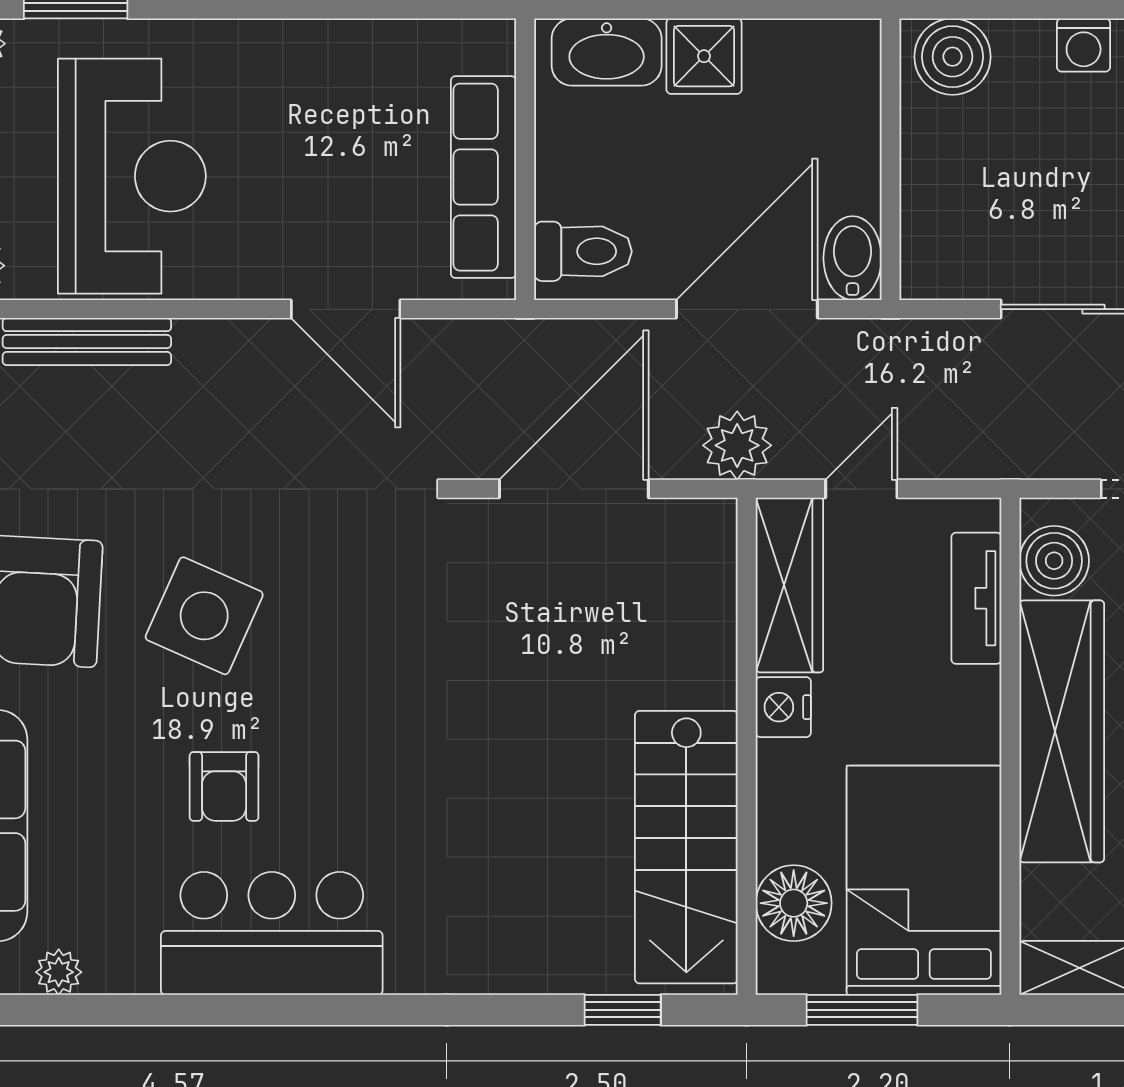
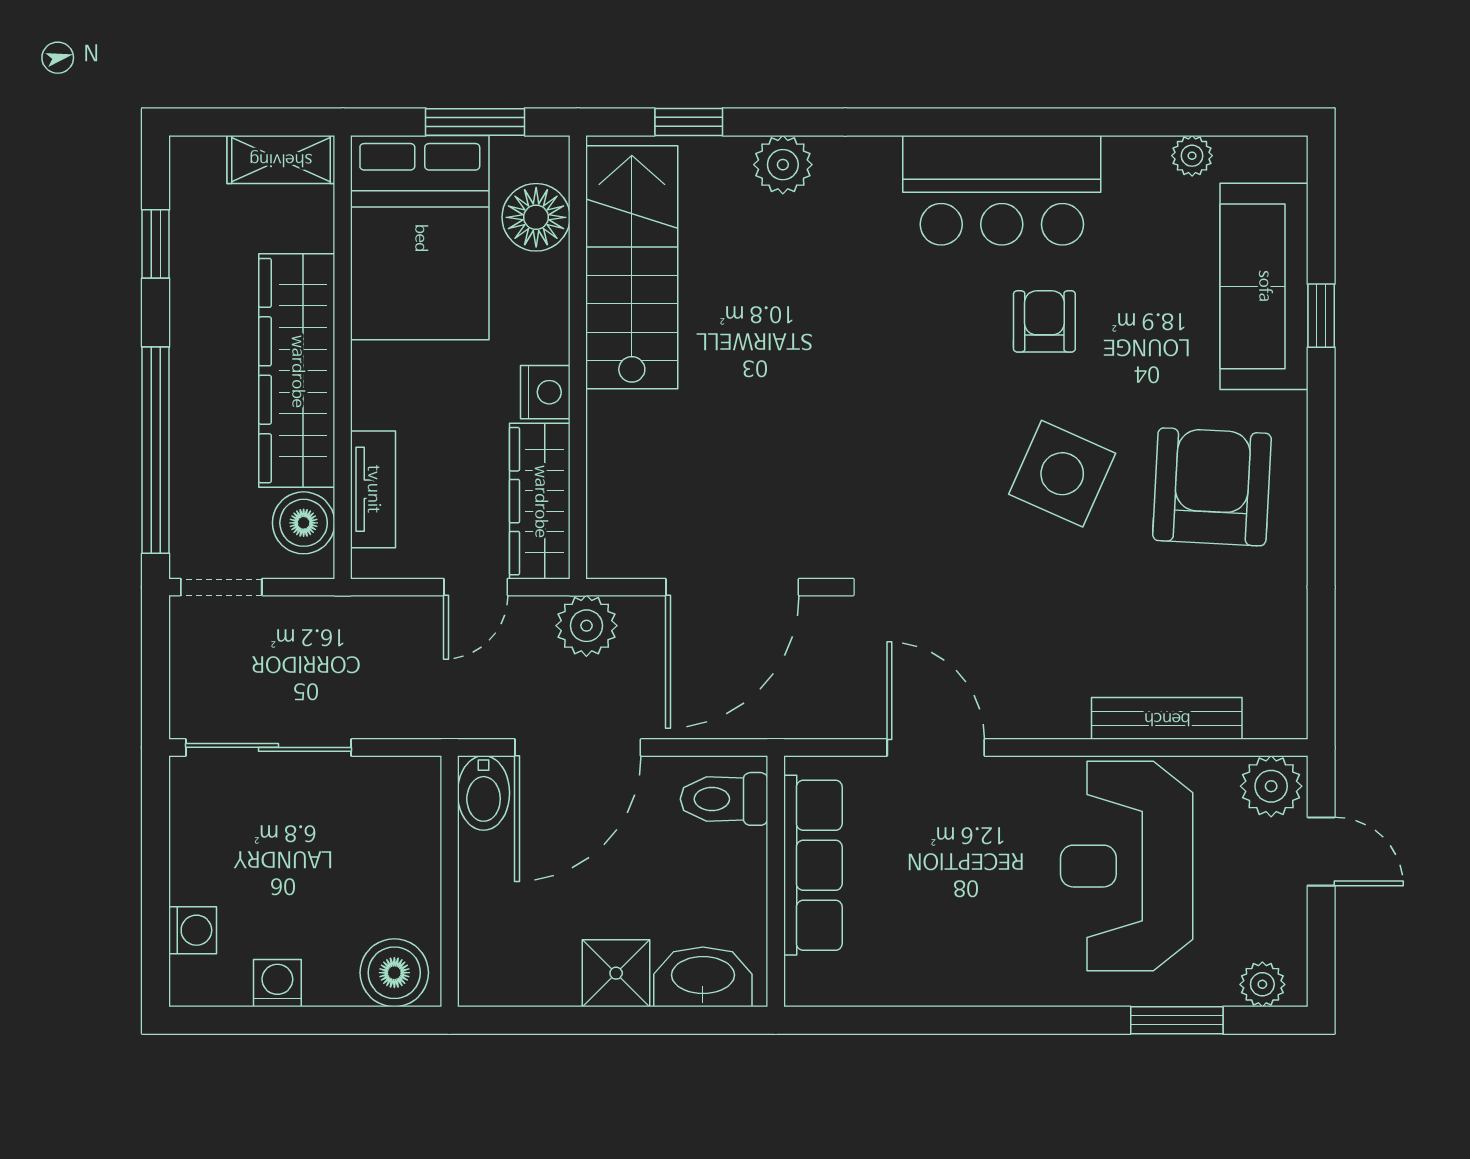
plant: (517, 962) -> (783, 165), added

